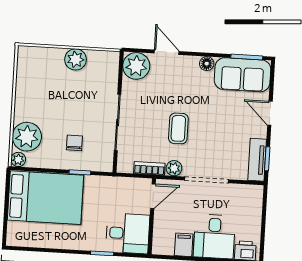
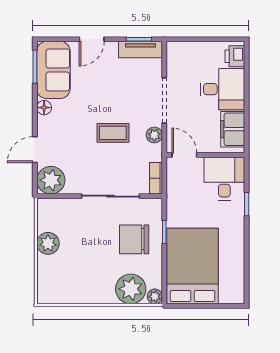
chair: (74, 143) -> (134, 239), width x1.87, depth x1.87
bookcase: (149, 168) -> (156, 178), moved
filing cabinet: (184, 245) -> (233, 129), width x2.00

